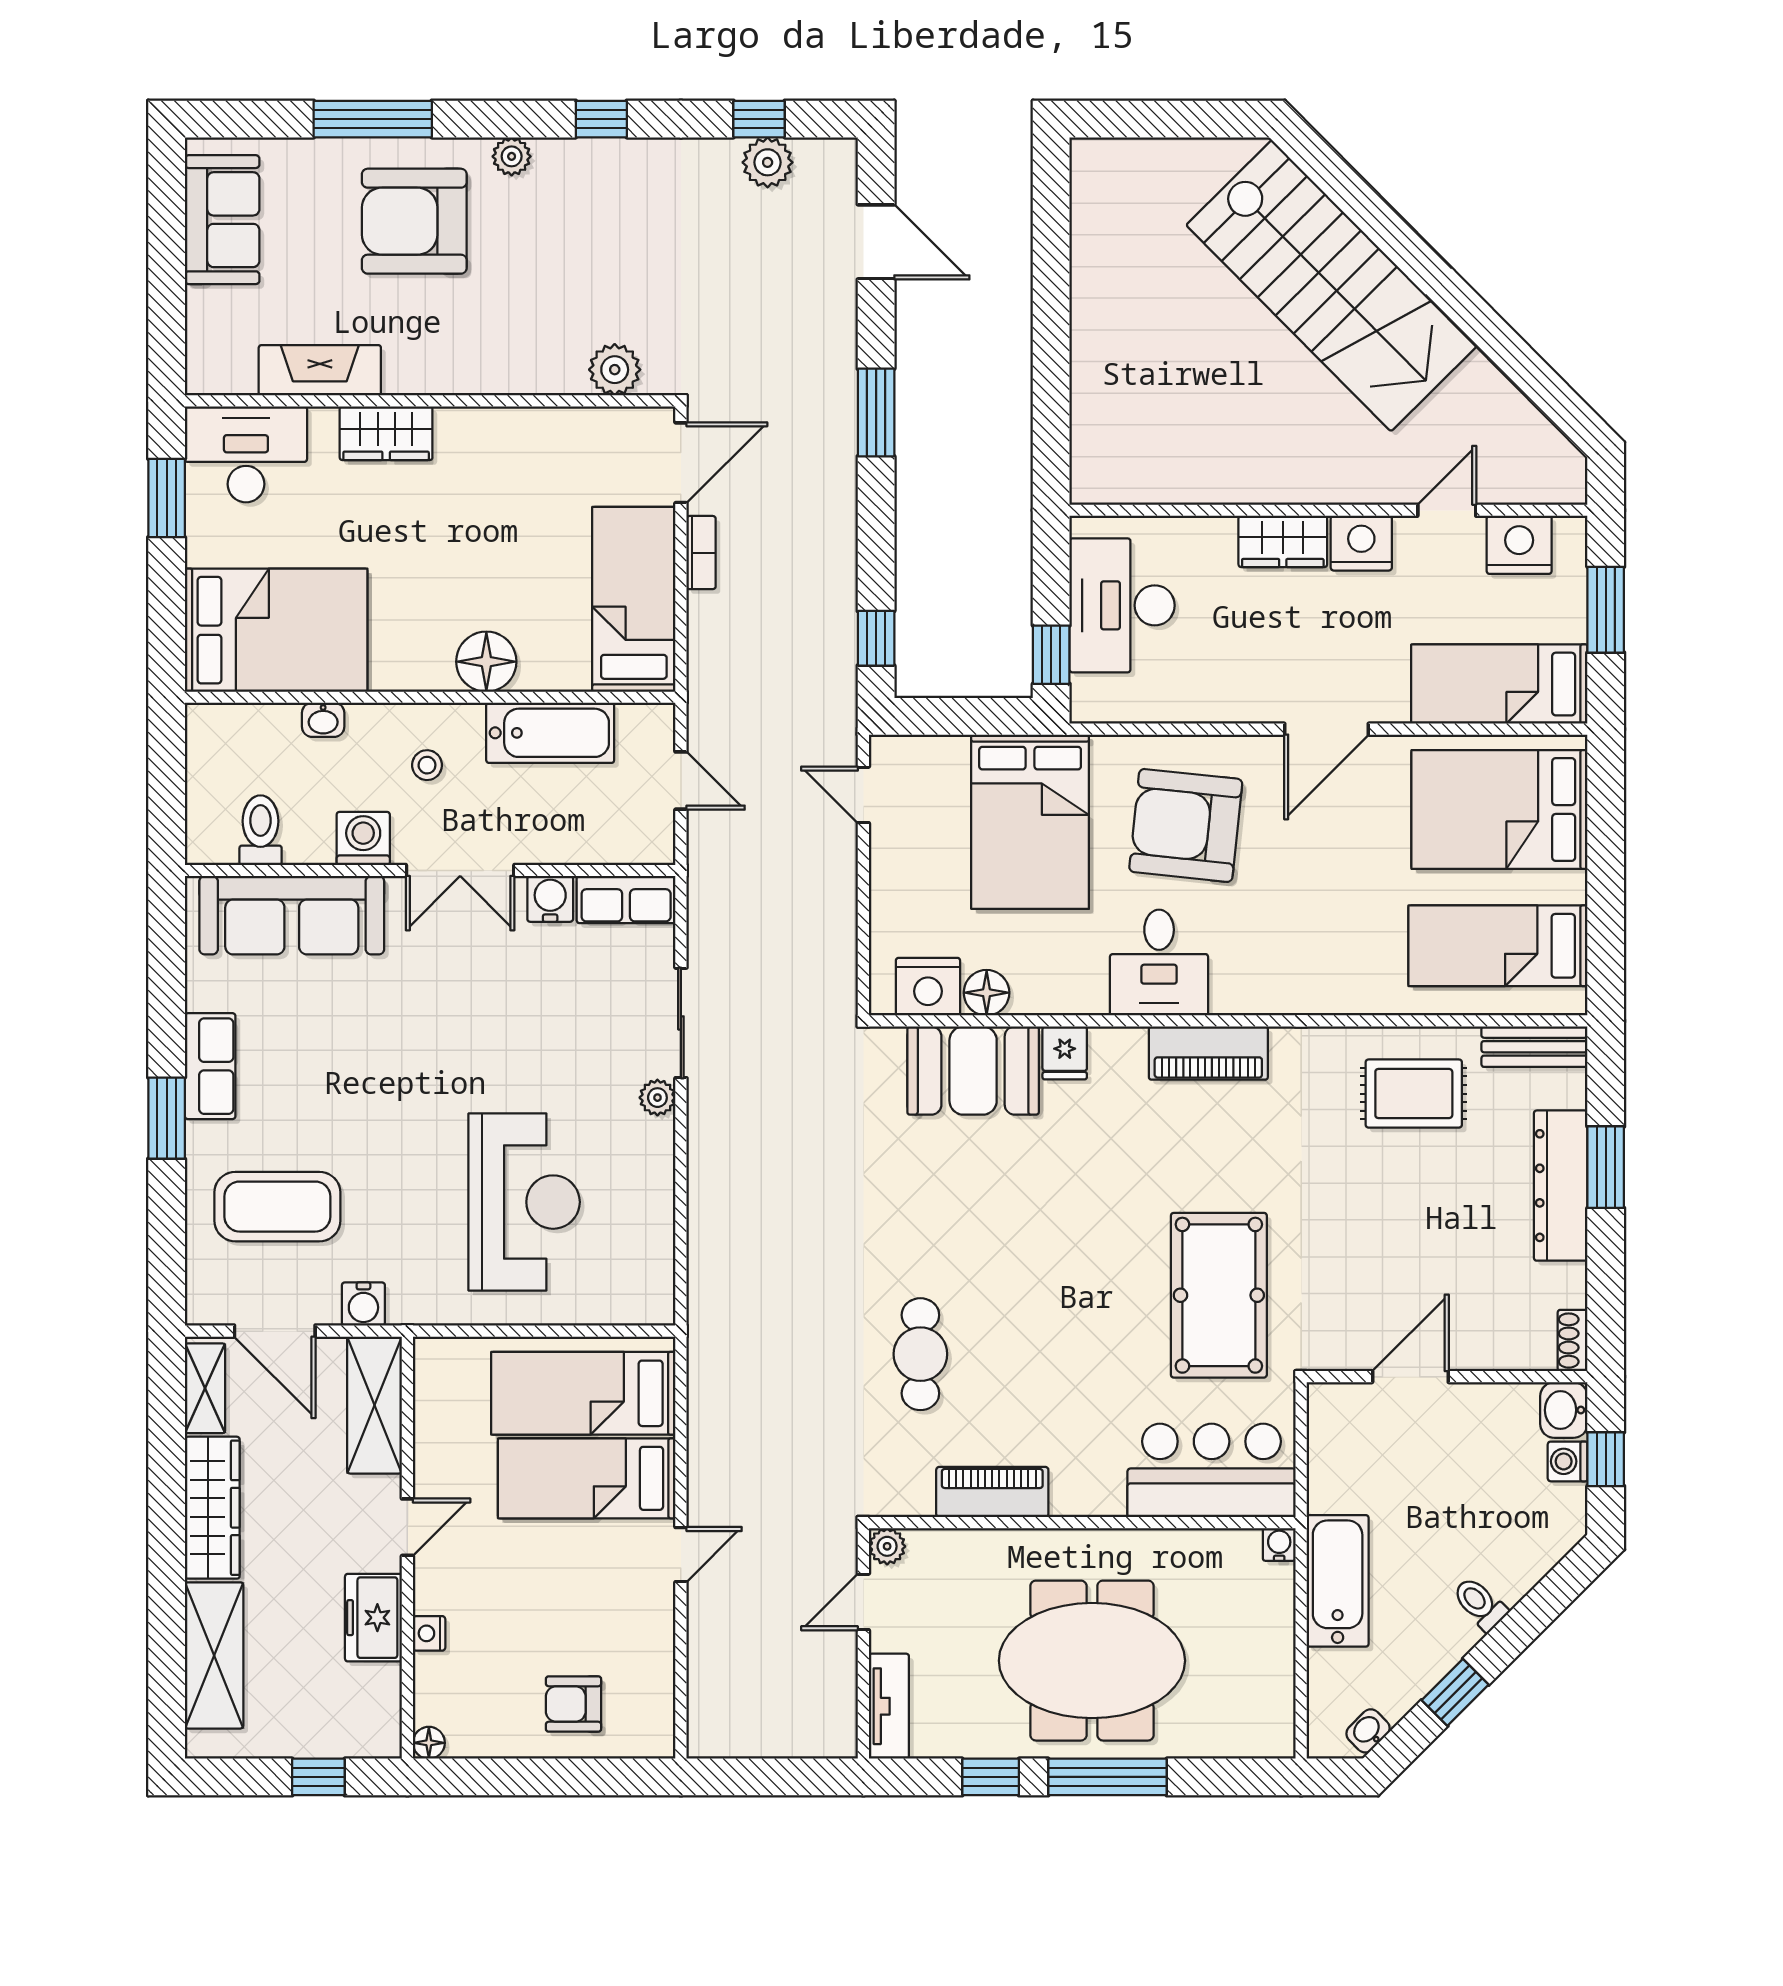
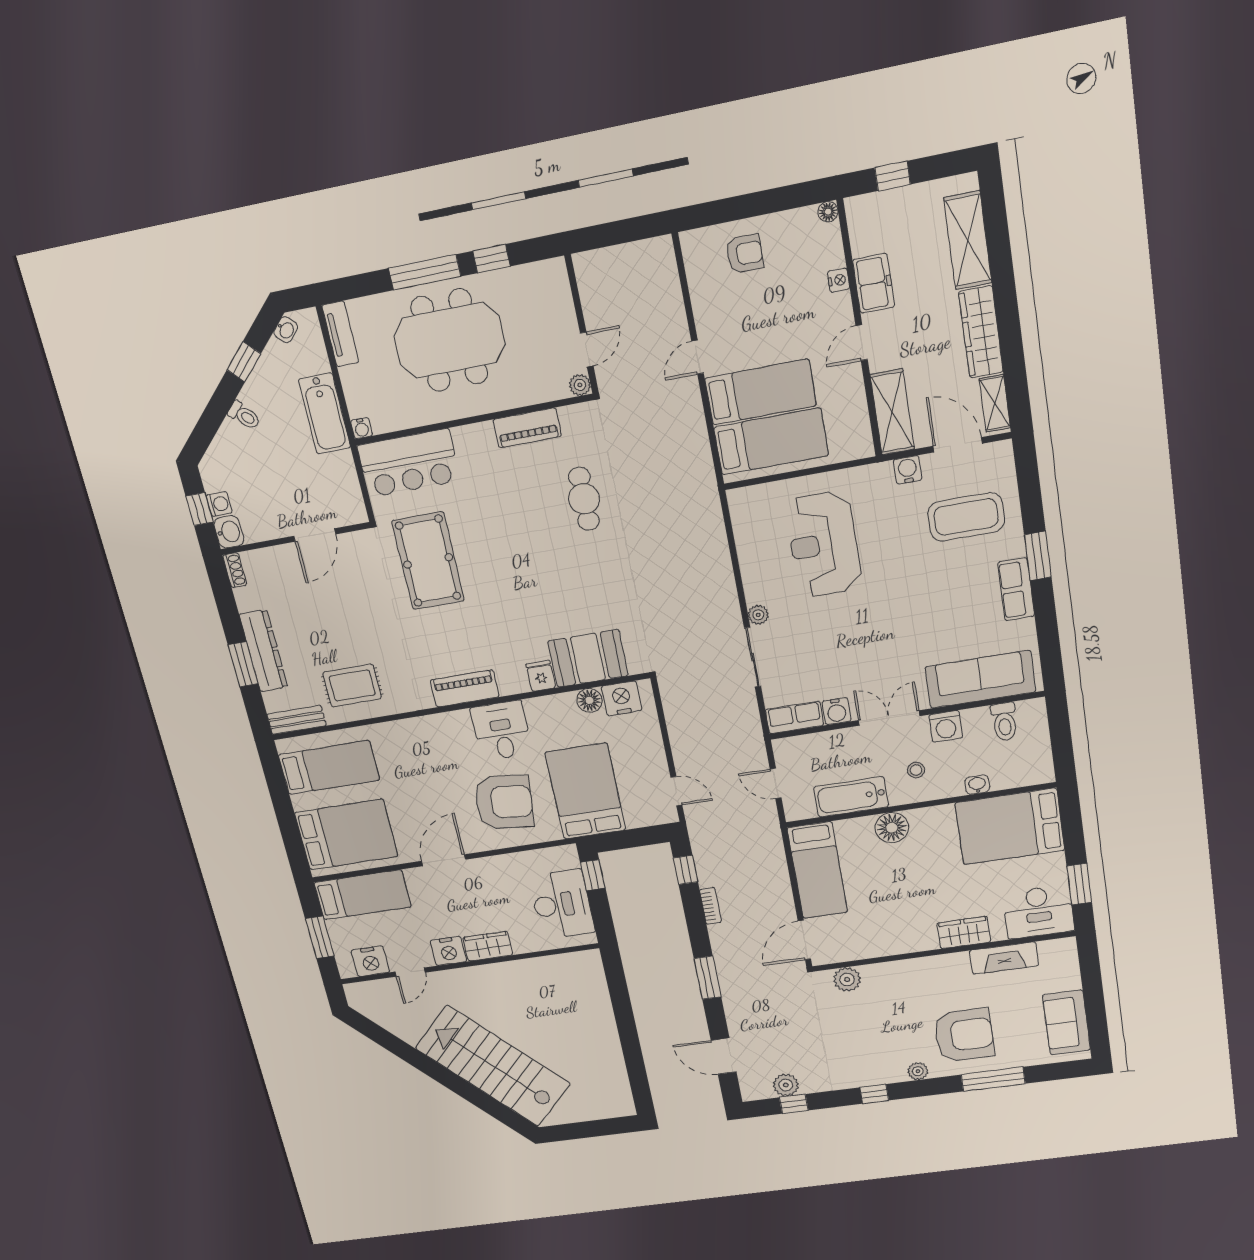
bookcase: (701, 553) -> (710, 906), moved, turned 180
tv unit: (889, 1706) -> (340, 334), moved, turned 180

